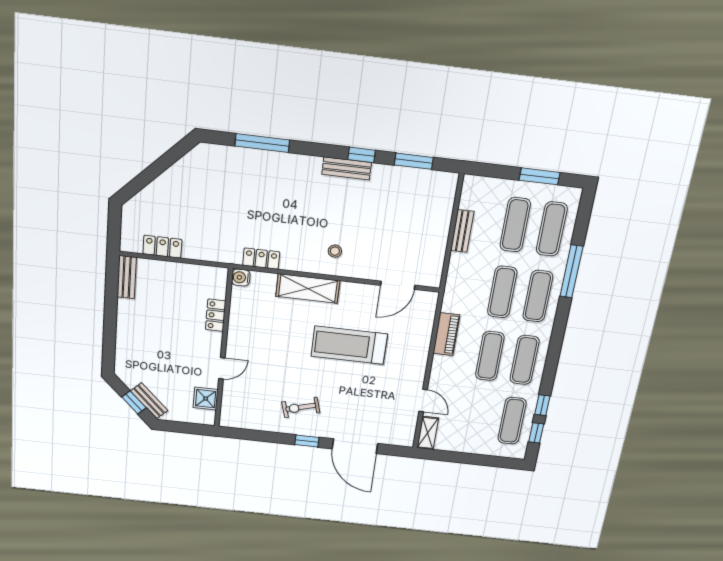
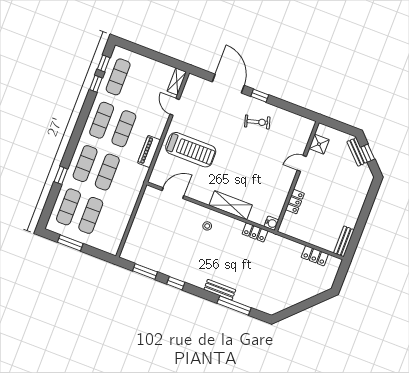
bench: (347, 168) -> (220, 290), moved
bench: (462, 231) -> (125, 219), removed
window: (571, 271) -> (61, 175), width x0.46
treadmill: (349, 345) -> (191, 150), moved

